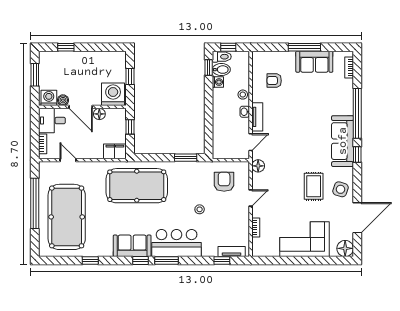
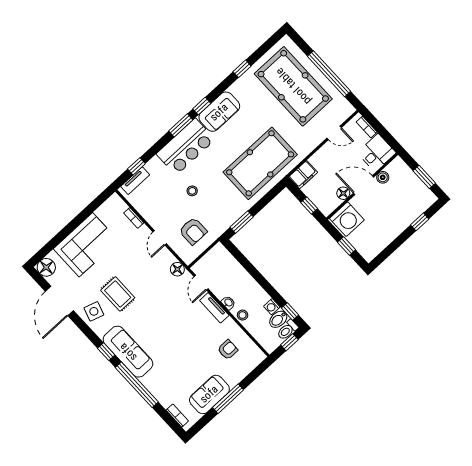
washing machine: (49, 98) -> (396, 169), removed

